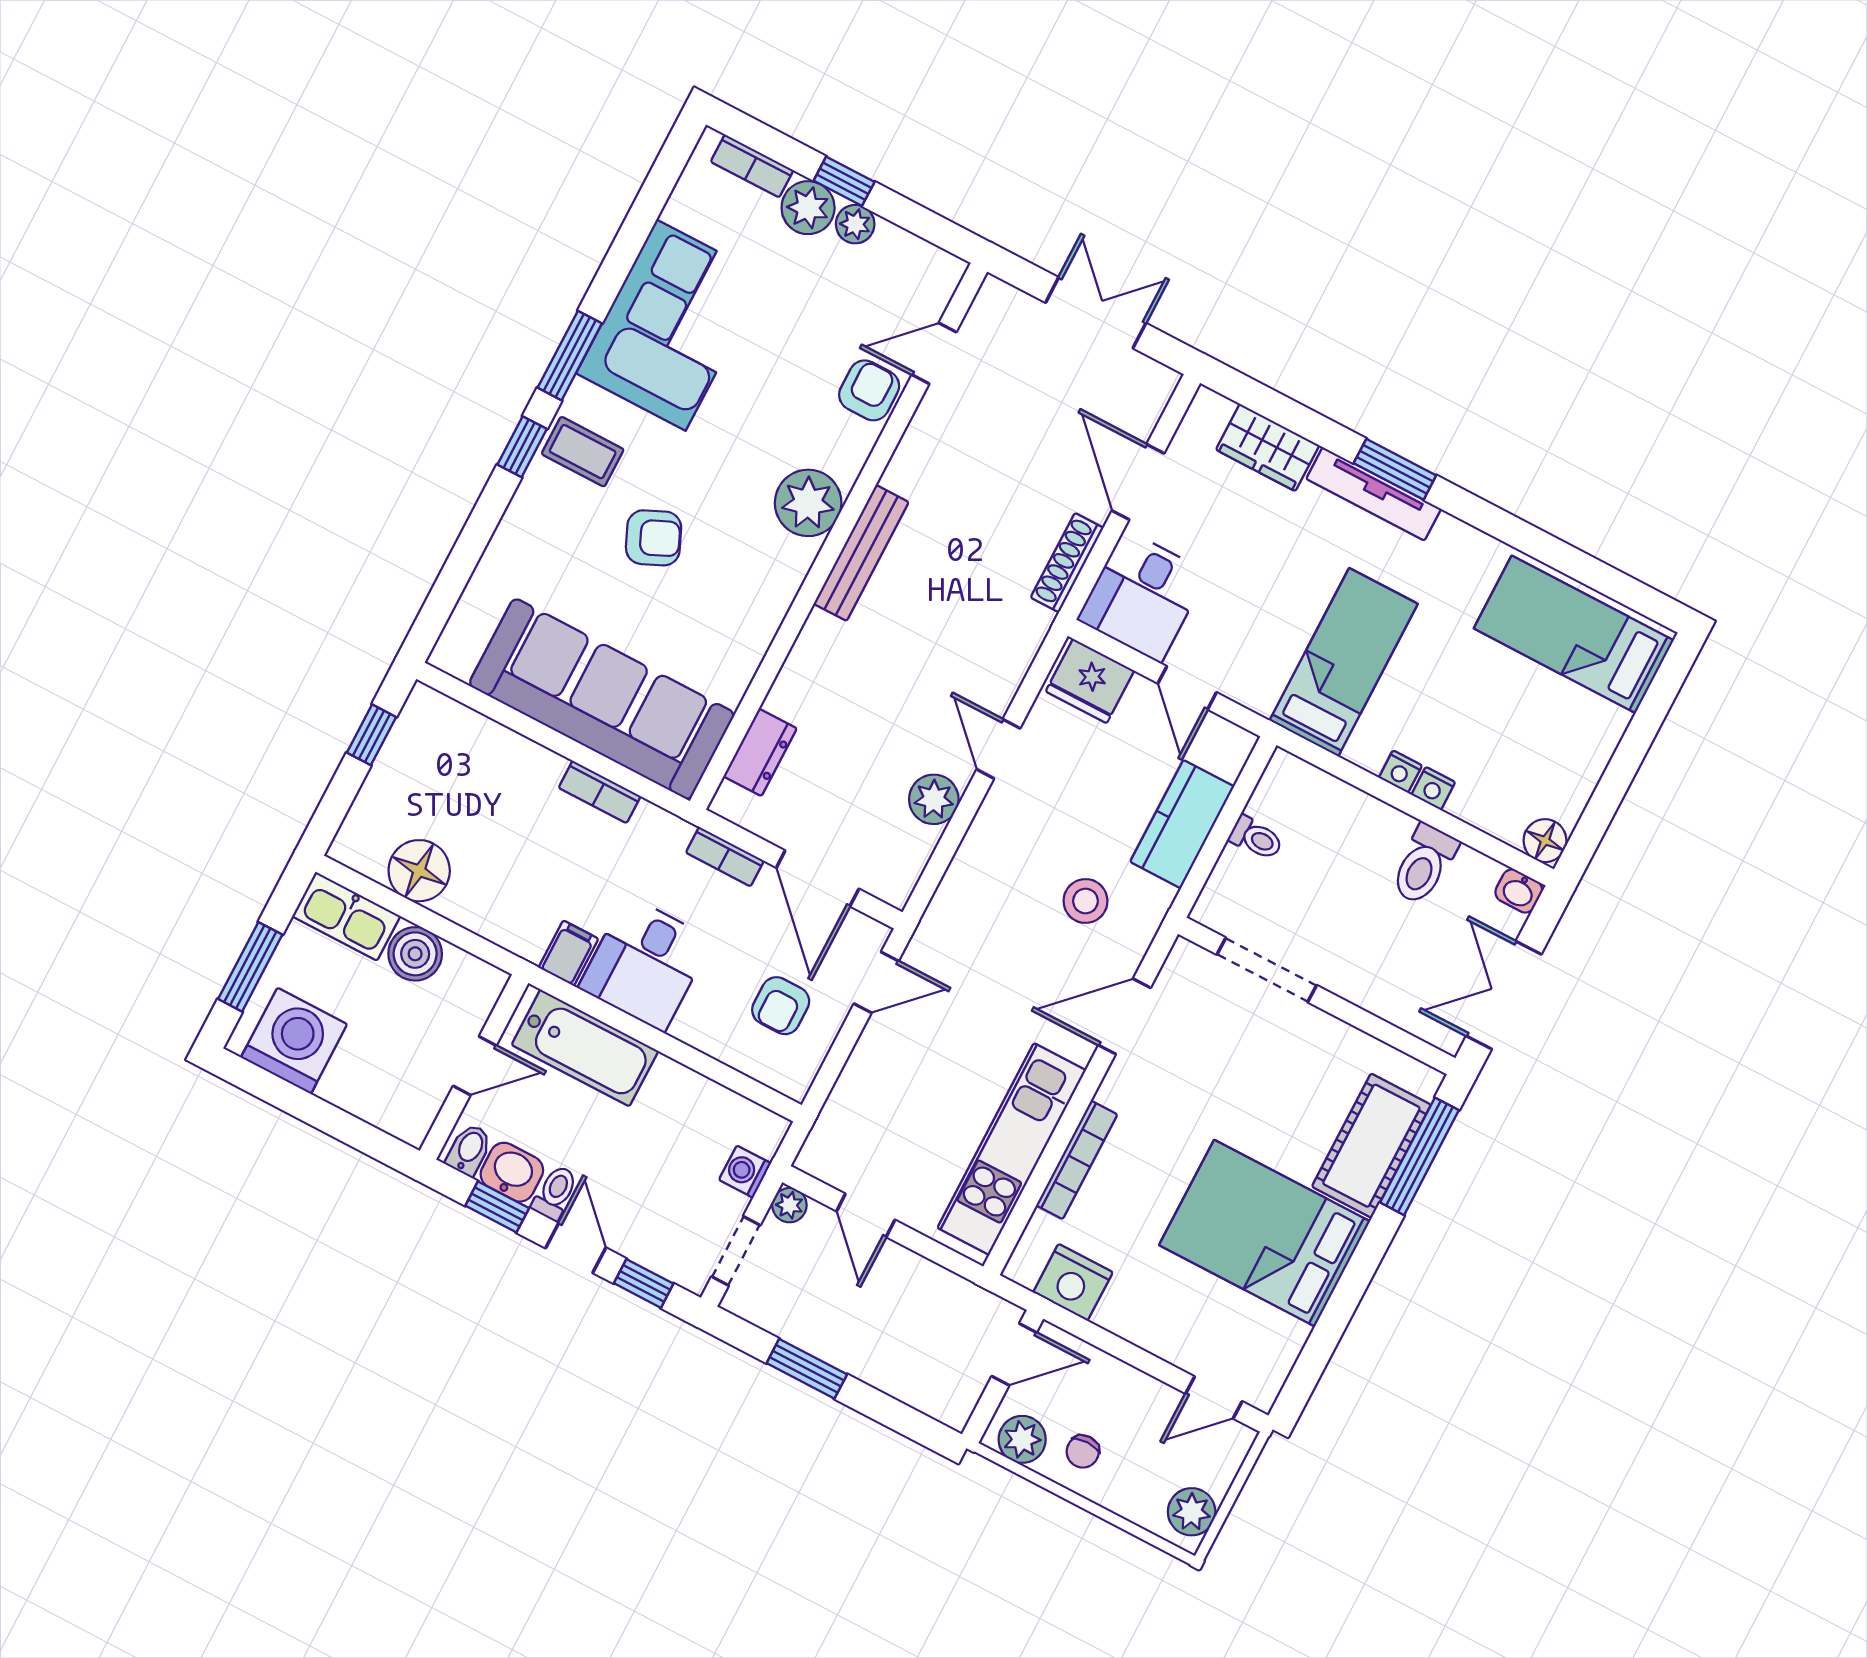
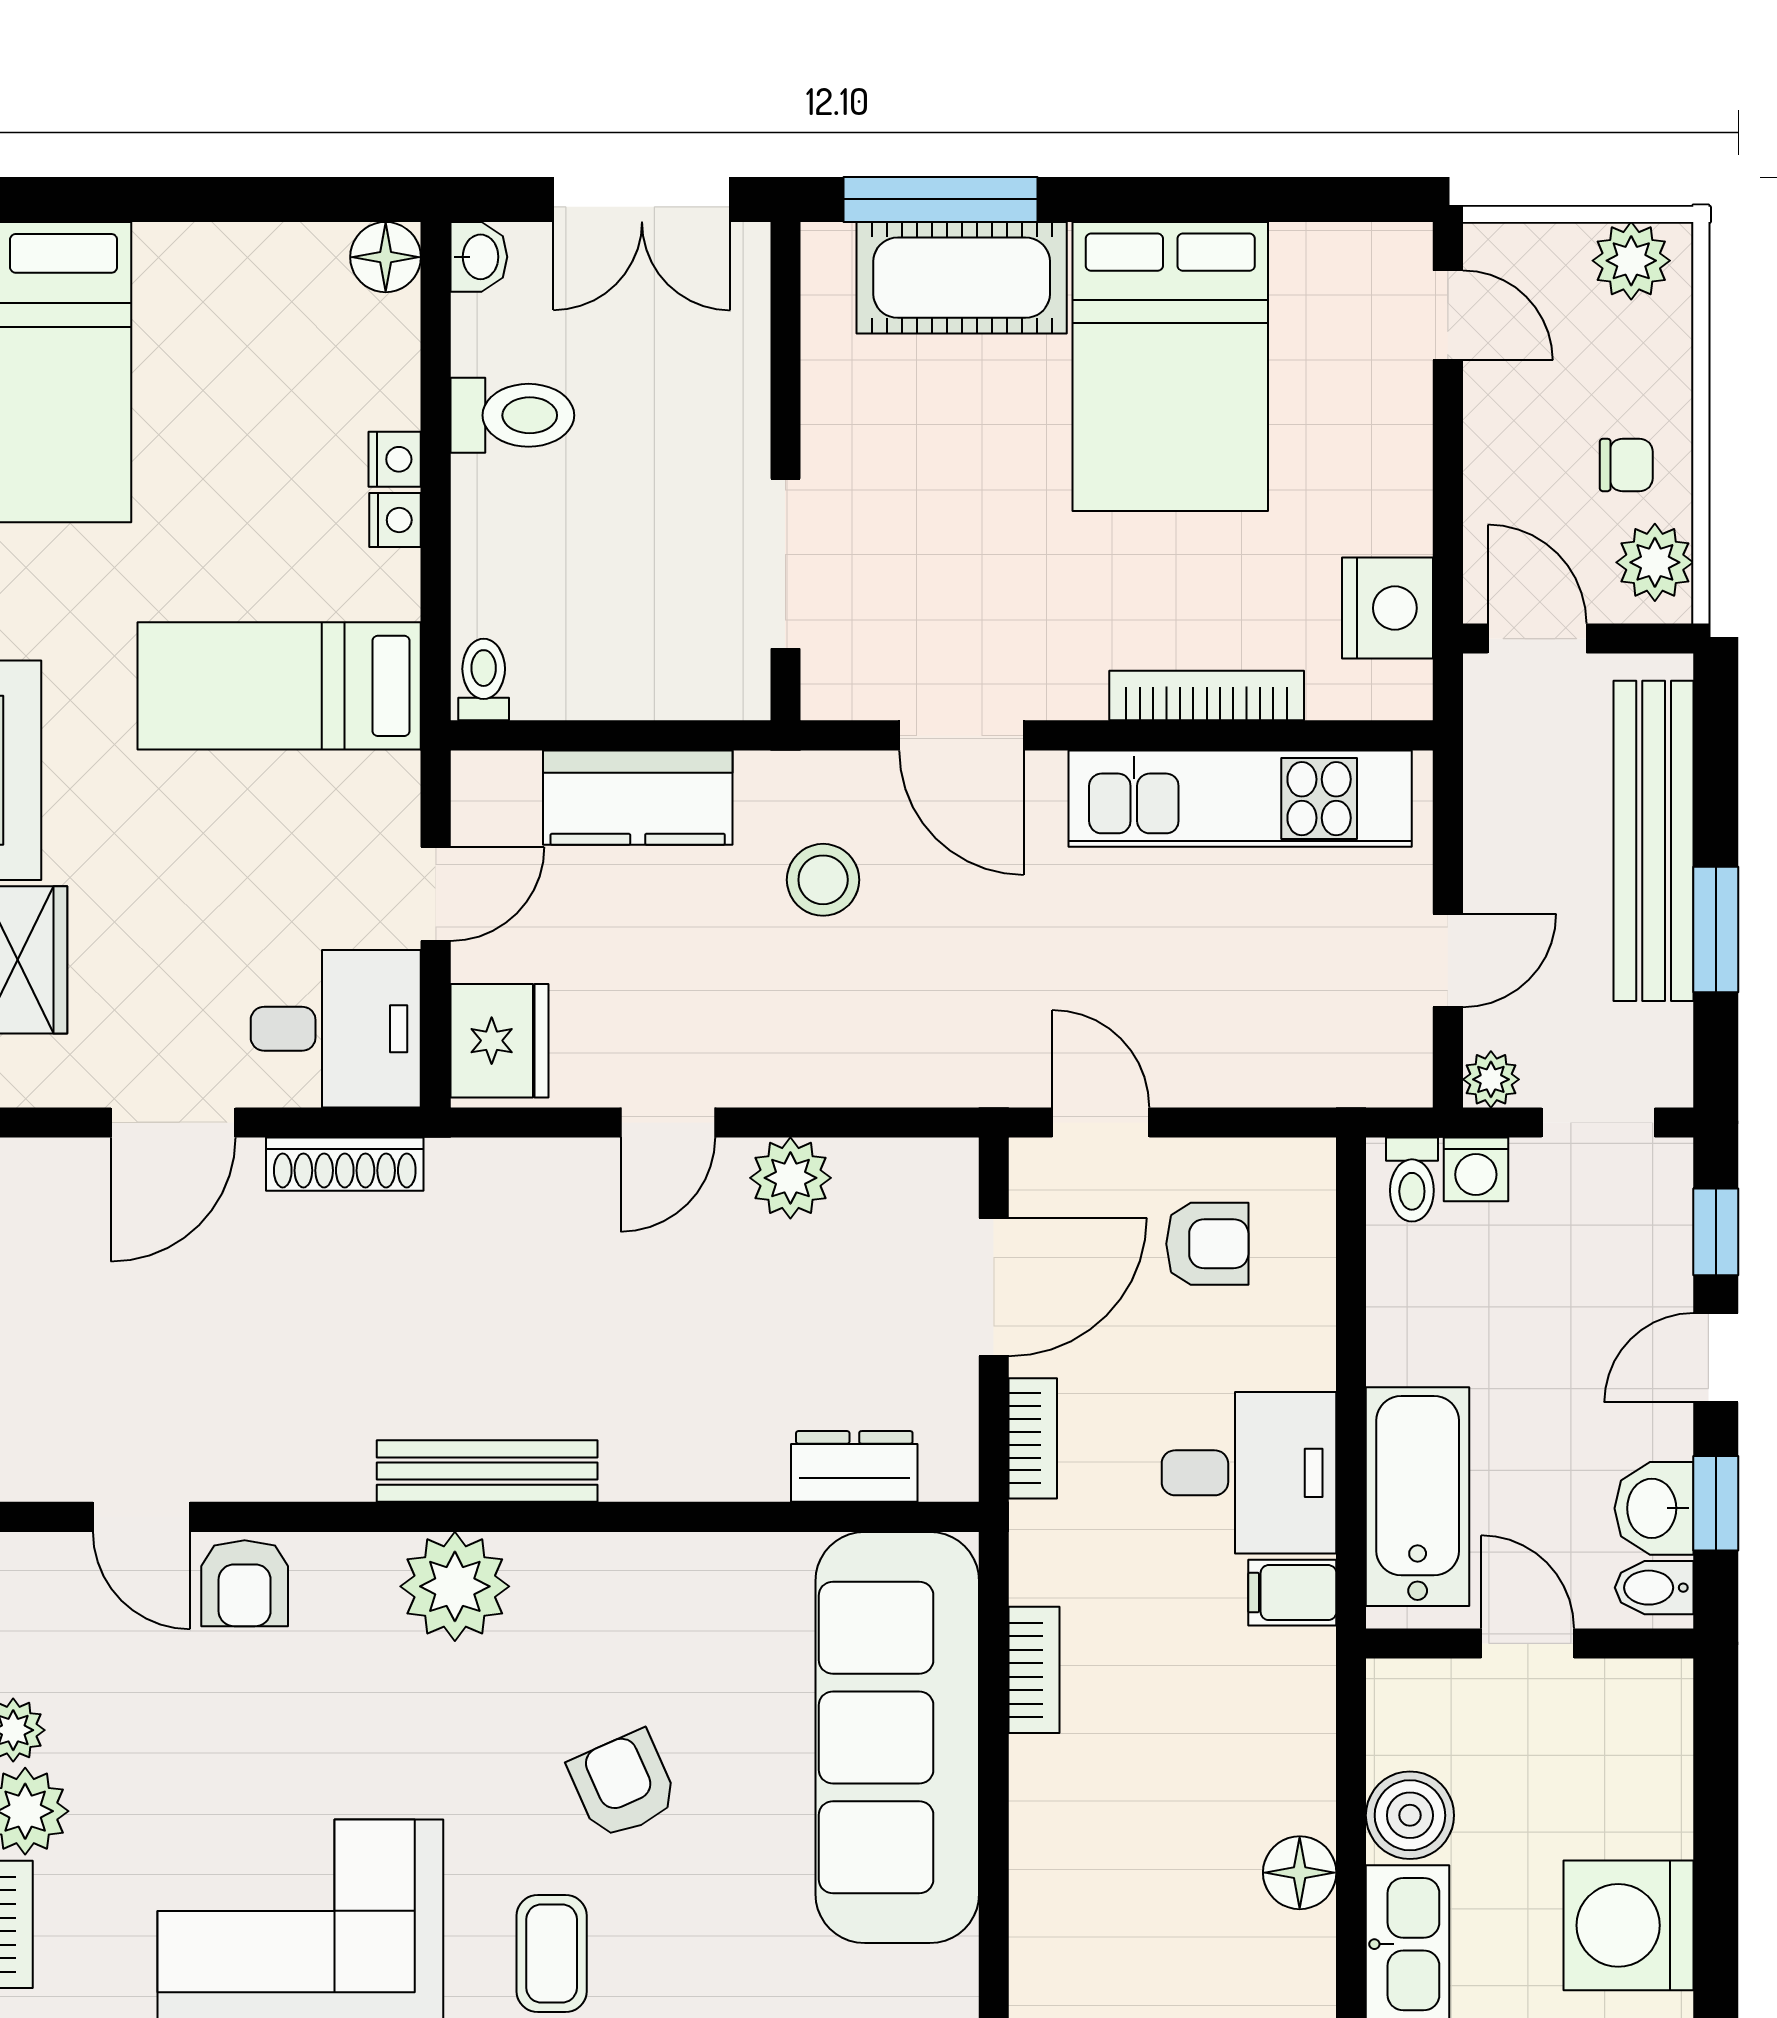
armchair: (869, 390) -> (245, 1583), turned -90
toilet: (1256, 838) -> (484, 680), moved
floor lamp: (419, 871) -> (1300, 1873), width x0.73, depth x0.73
toilet: (555, 1193) -> (1412, 1180), moved, turned -90
bench: (872, 1360) -> (1654, 841), added

